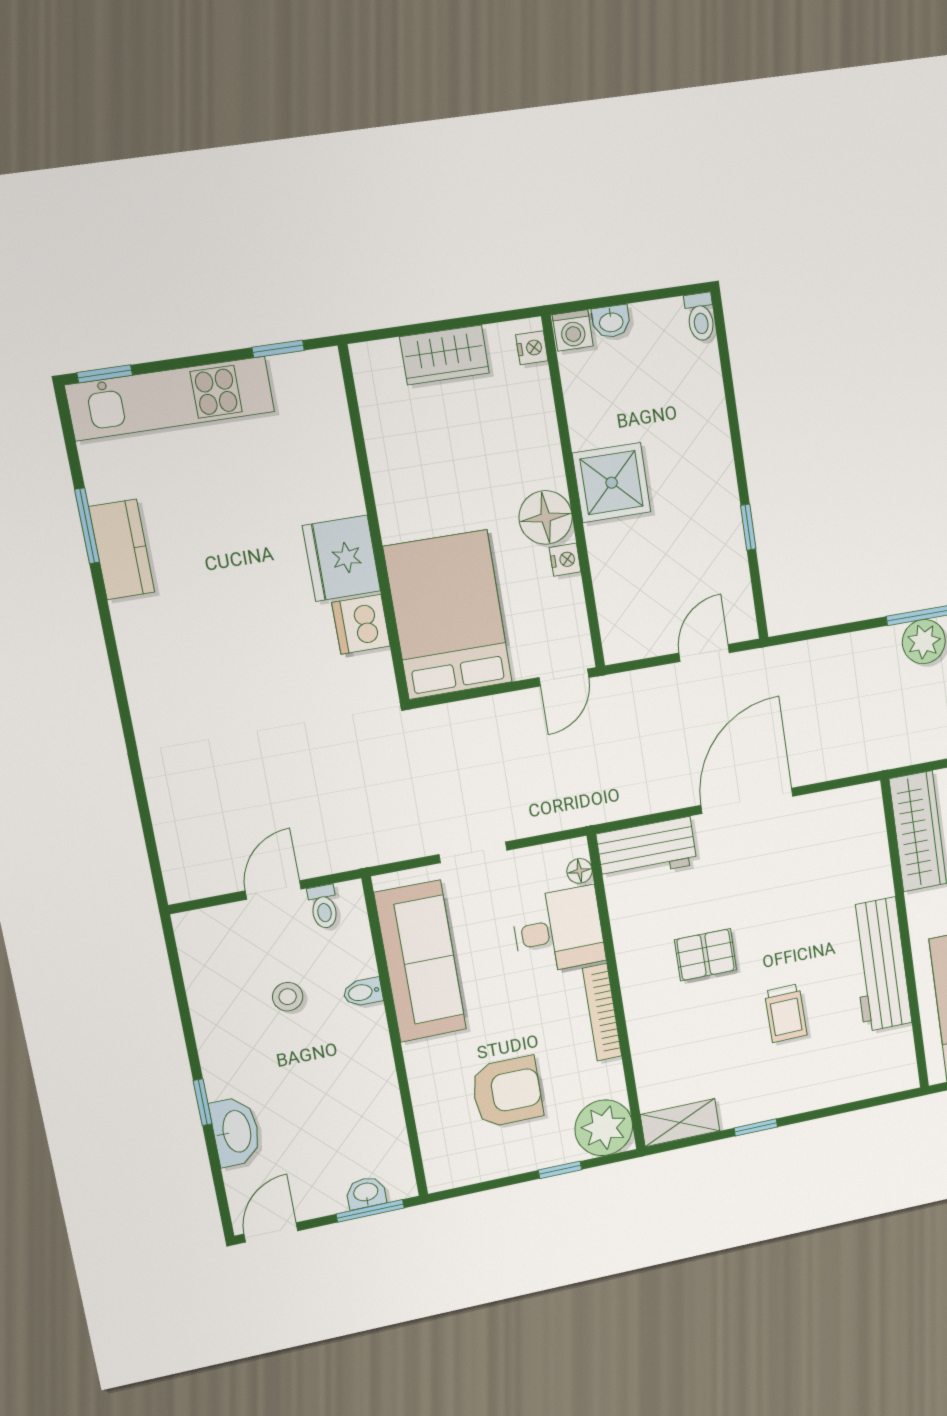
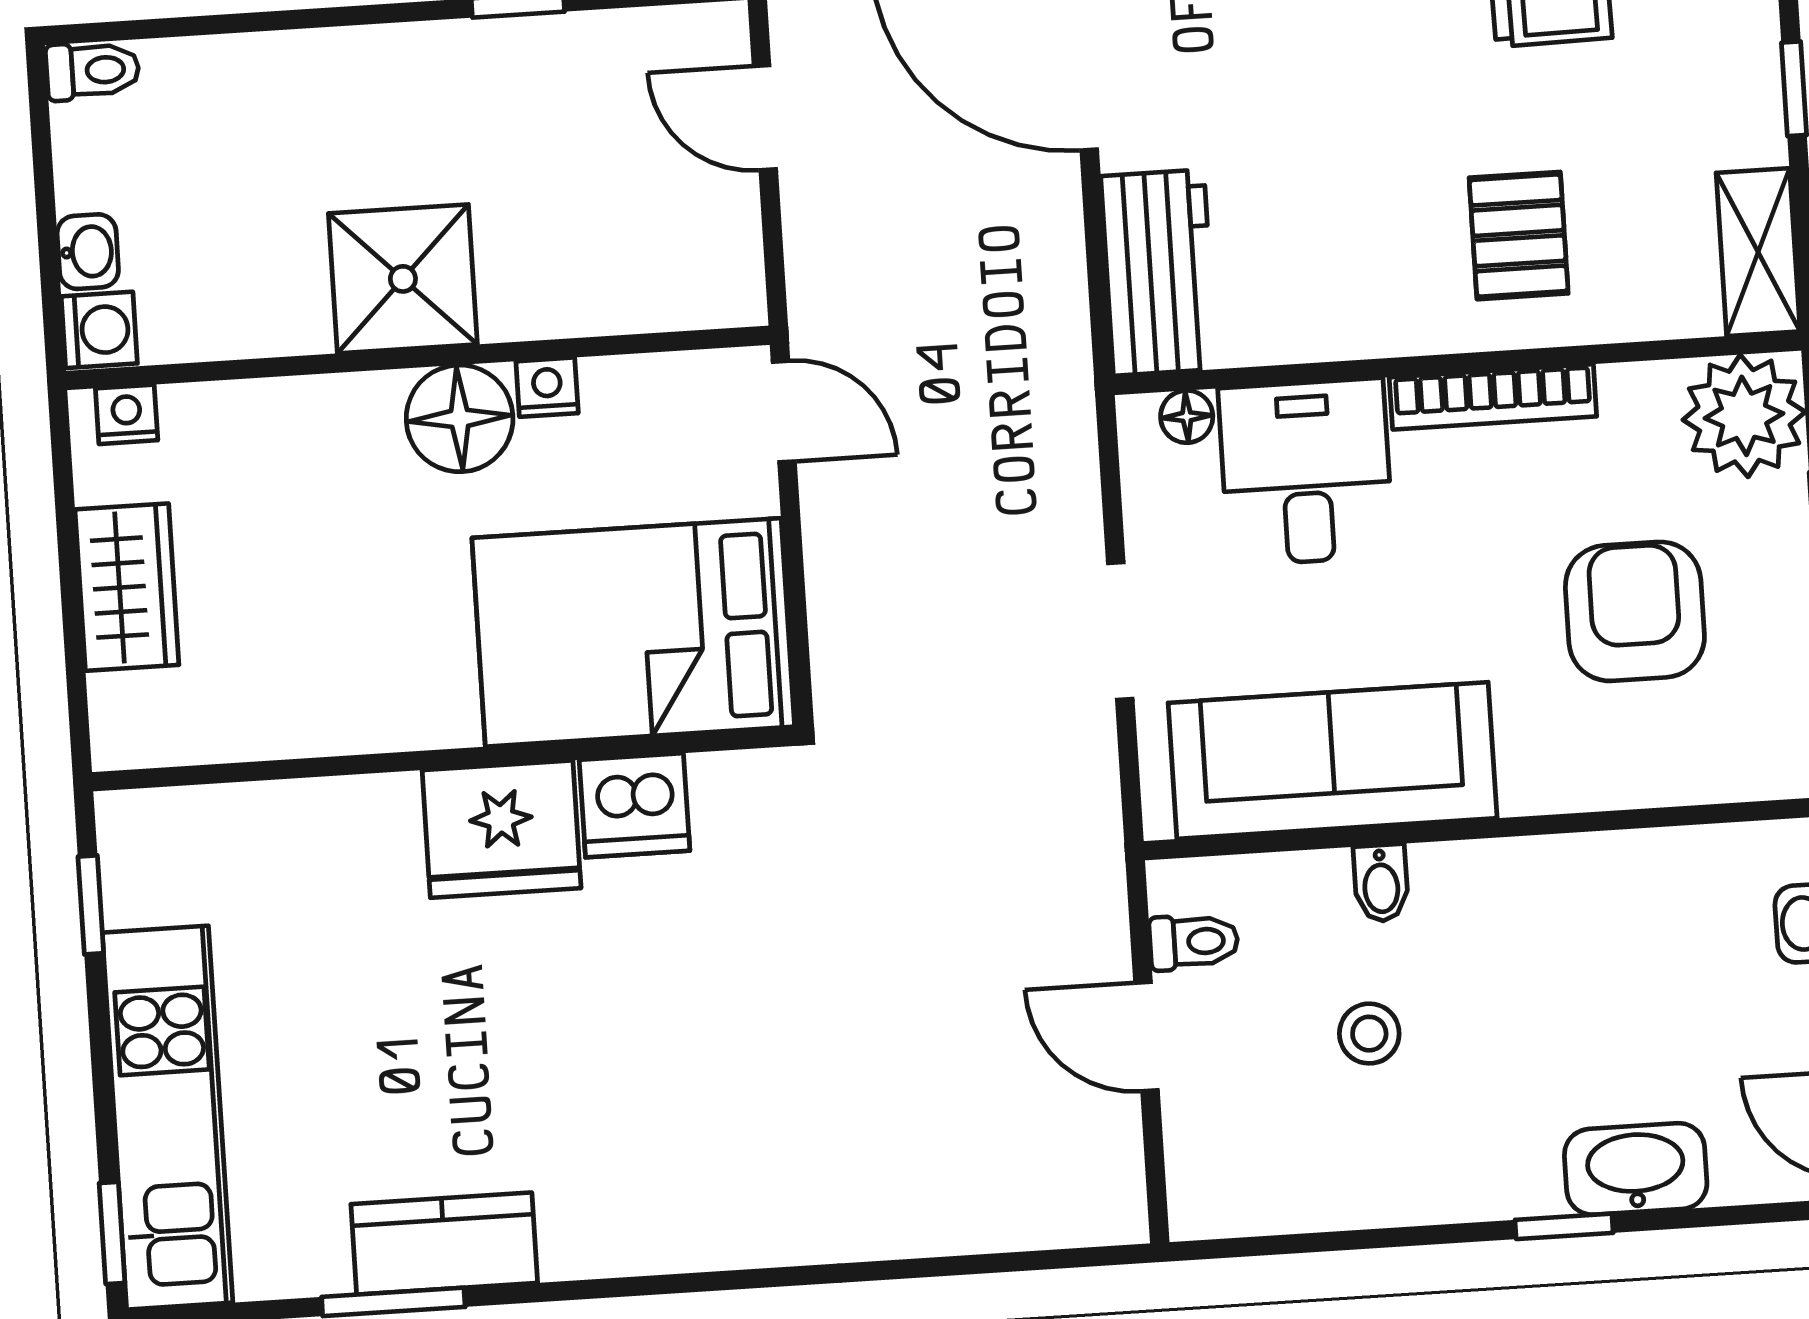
pallet: (706, 955) -> (1519, 236), moved

